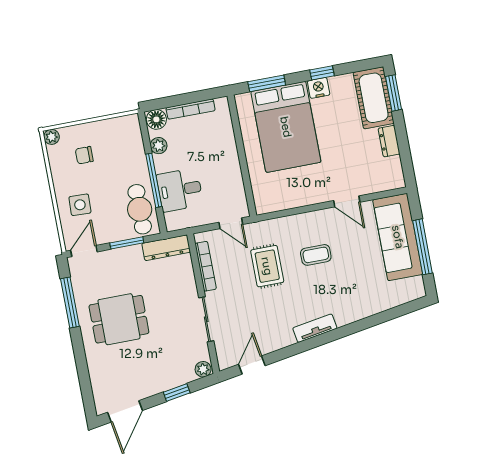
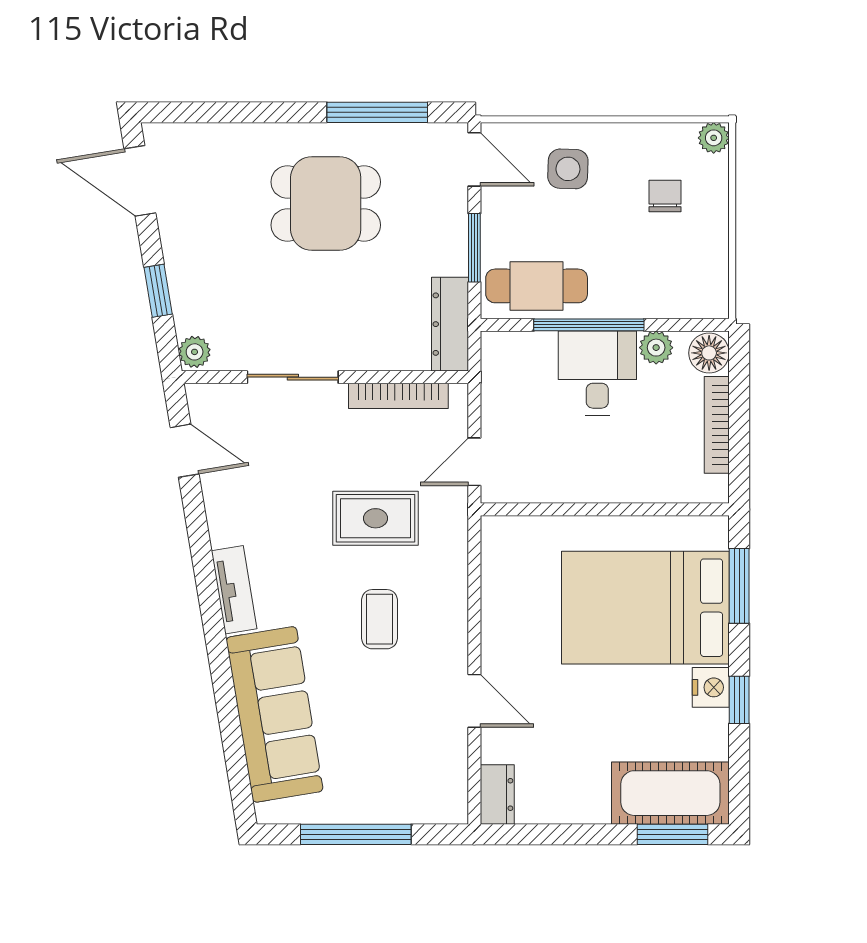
dresser: (389, 141) -> (497, 794), moved, turned 90
desk: (180, 190) -> (597, 373), moved
door: (347, 201) -> (474, 701), swing flipped
sofa: (398, 237) -> (275, 714), moved, turned 81
dining table: (119, 319) -> (326, 204), turned 90

